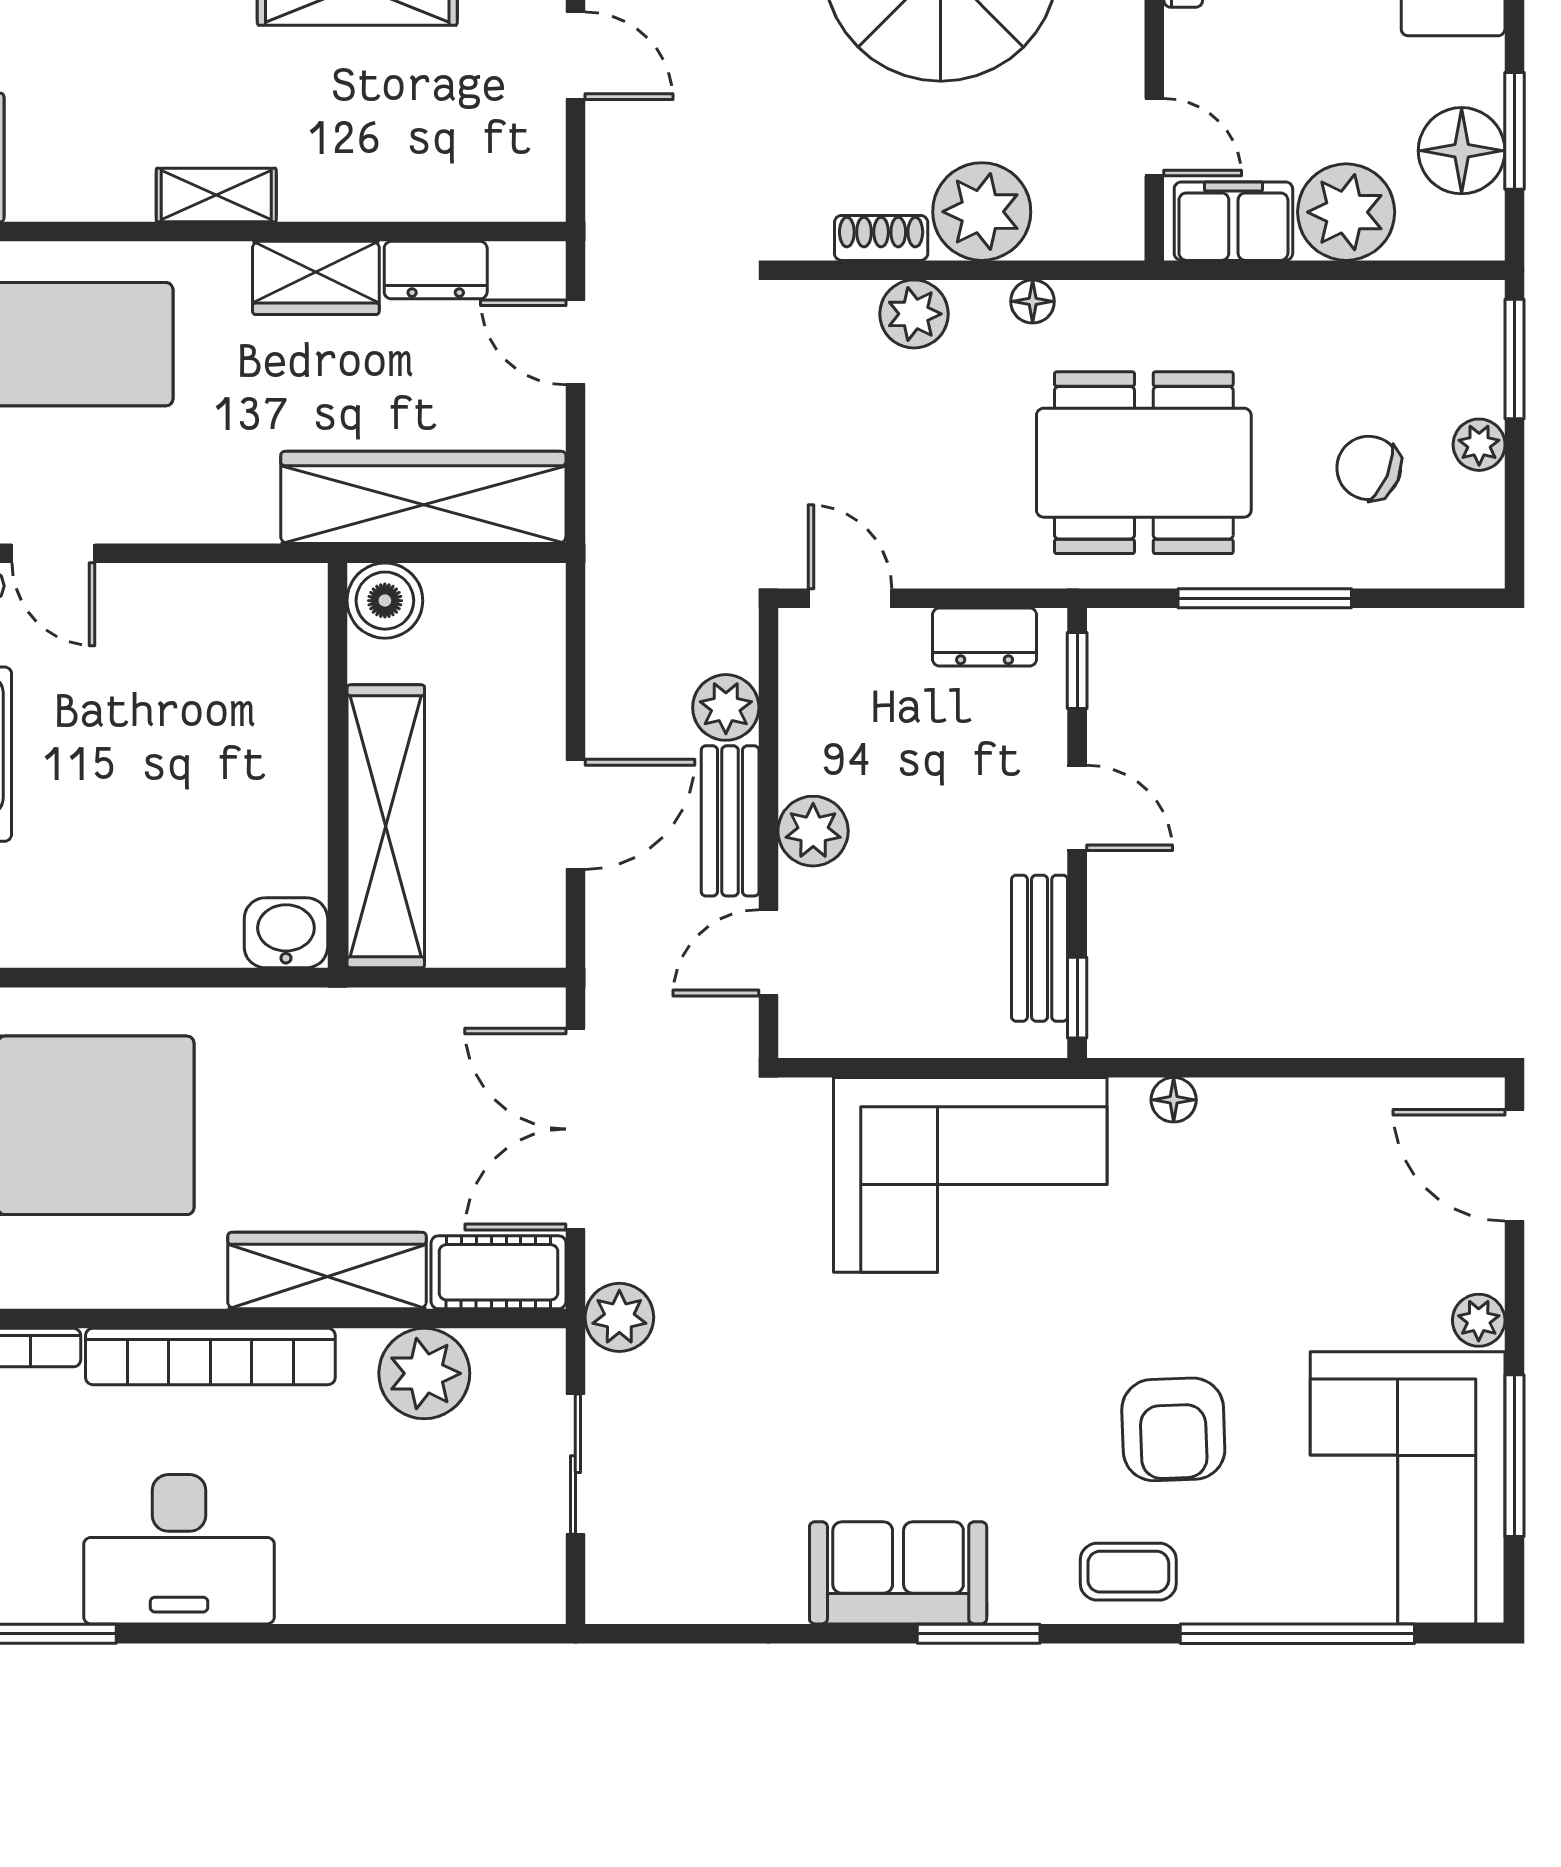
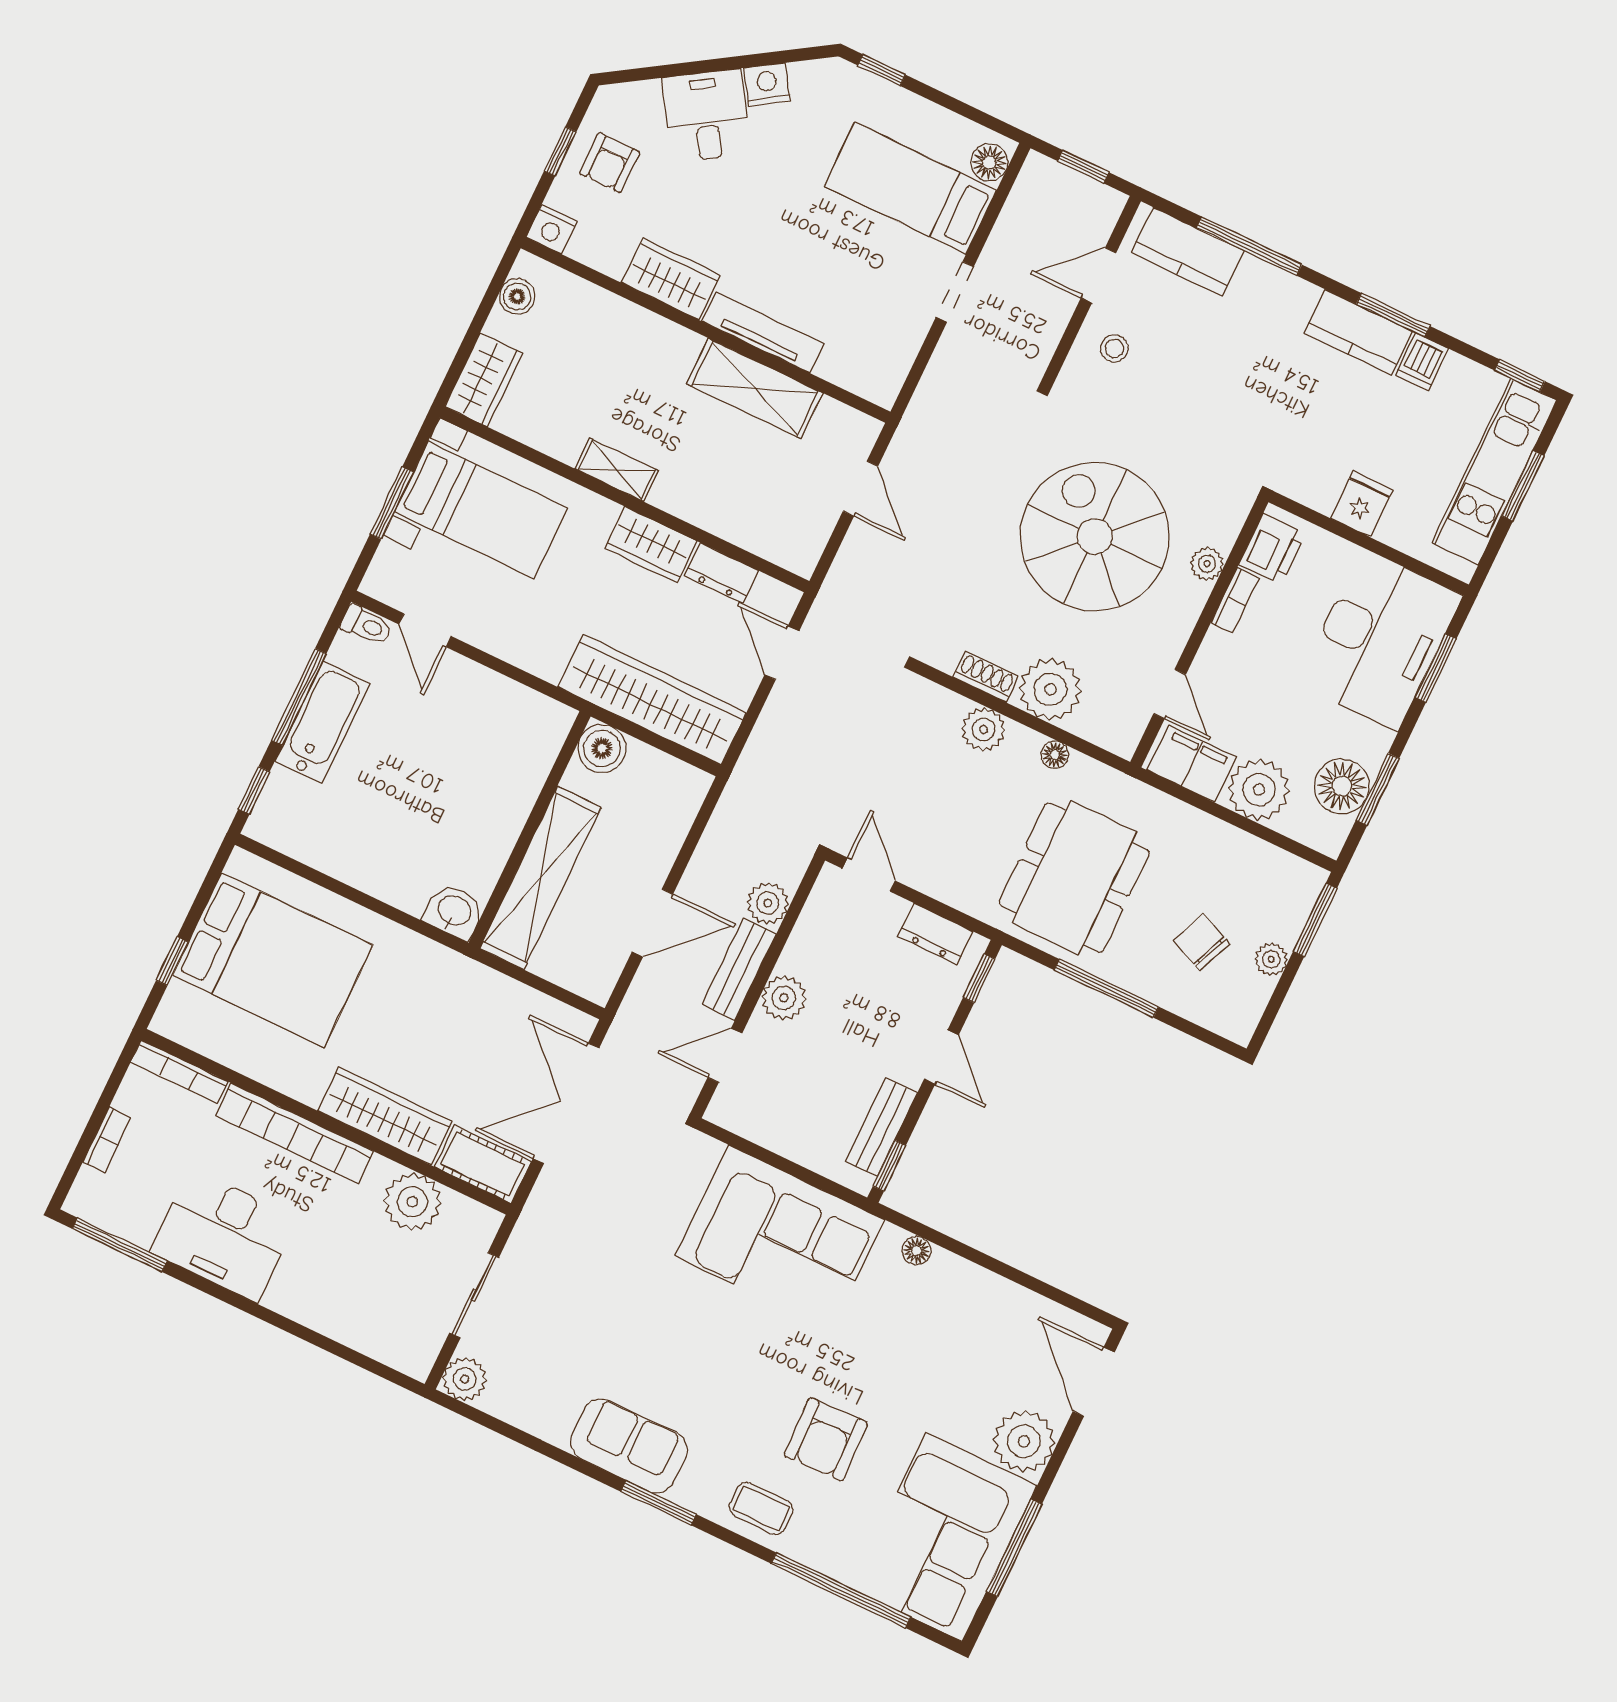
dining table: (1144, 463) -> (1074, 878), turned 90
plant: (619, 1317) -> (465, 1379), moved
plant: (1479, 1320) -> (1024, 1441), width x1.88, depth x1.88

